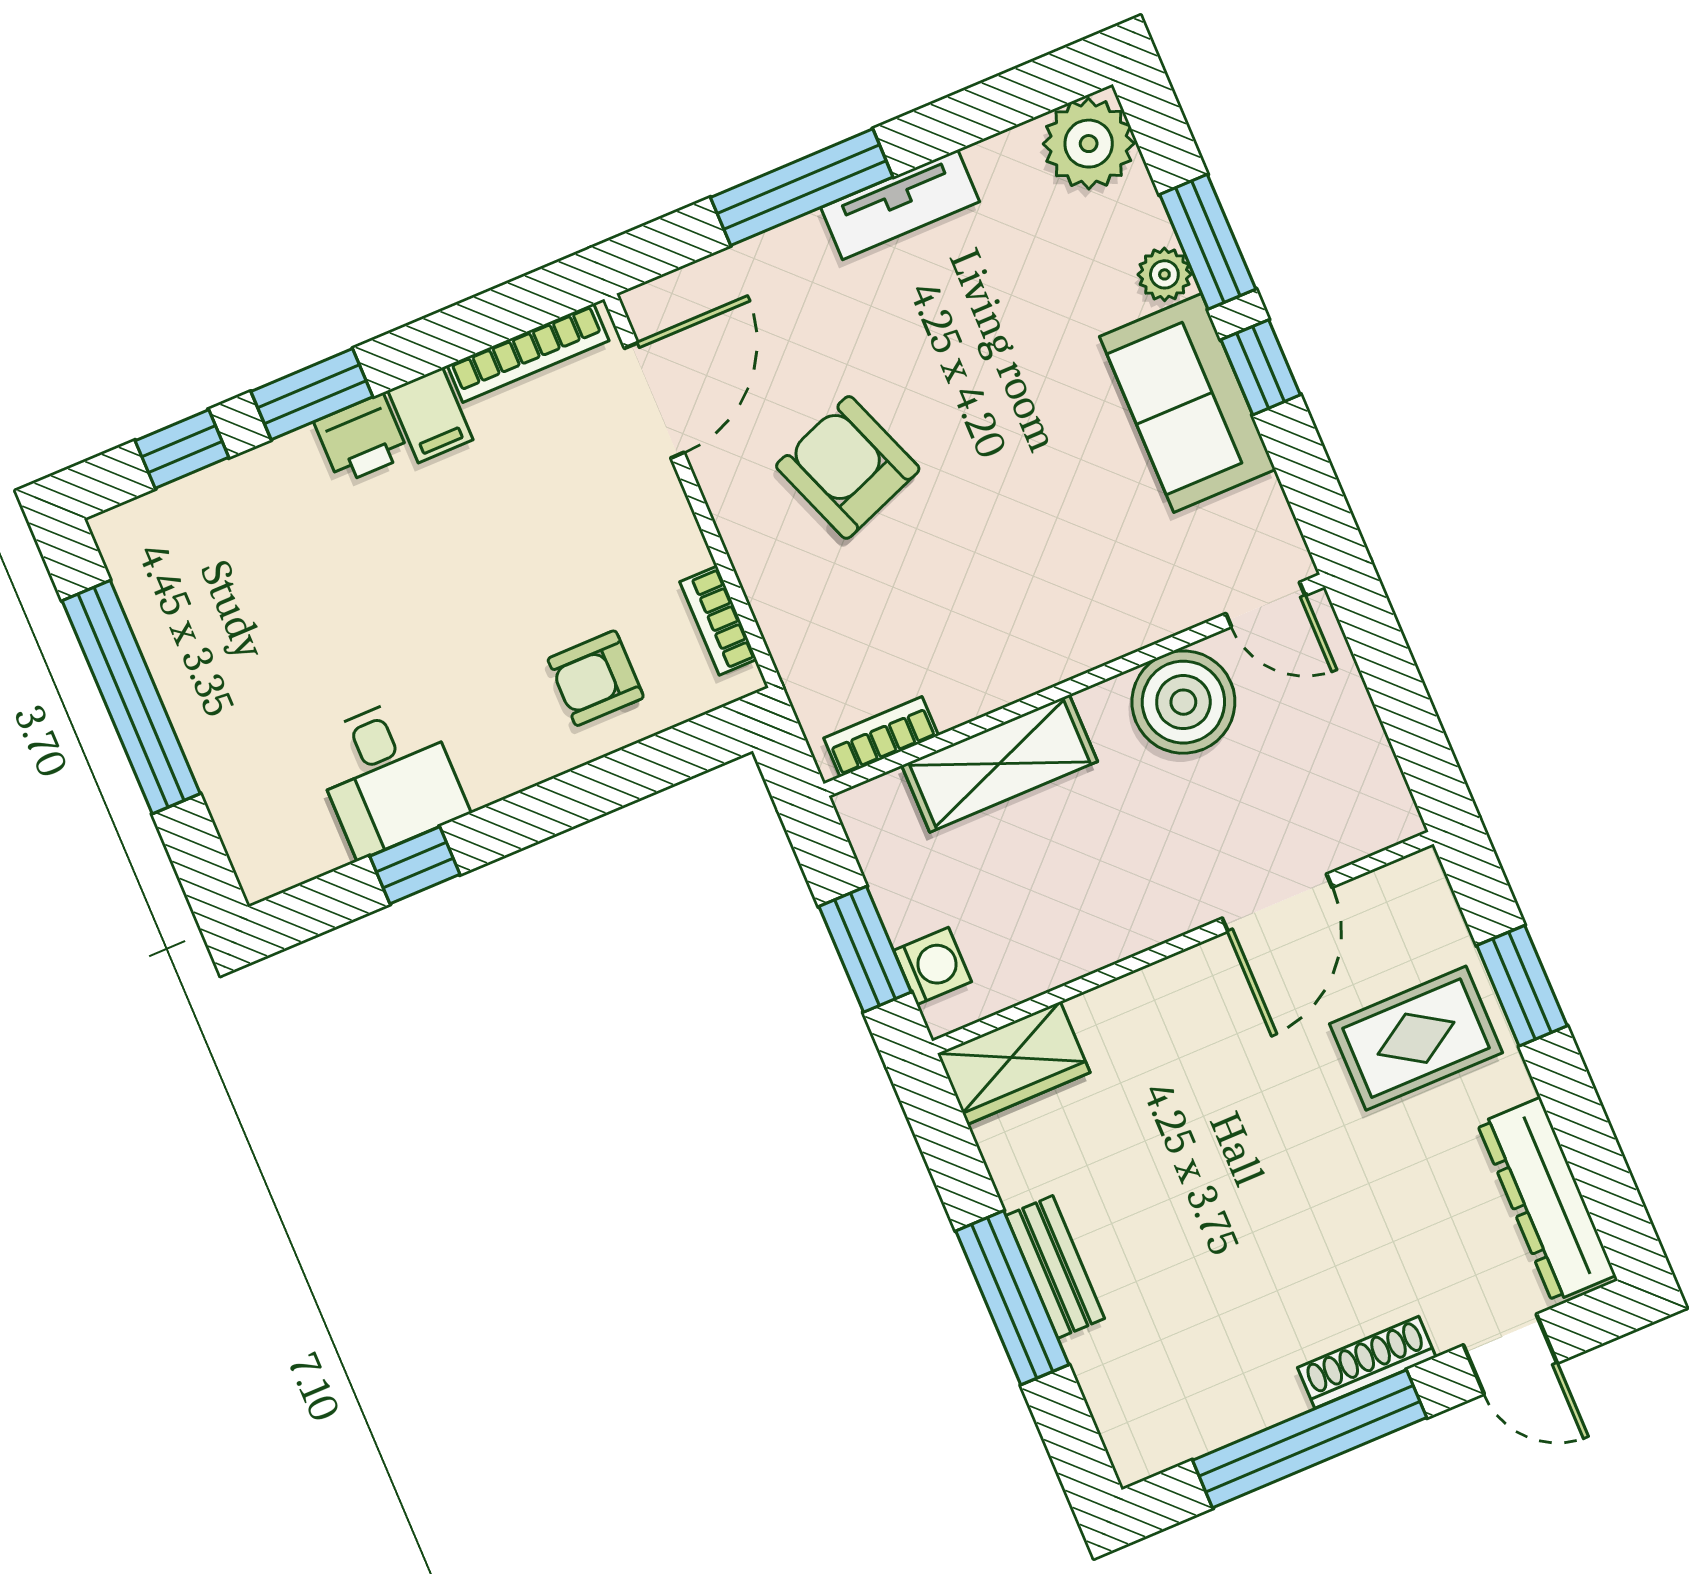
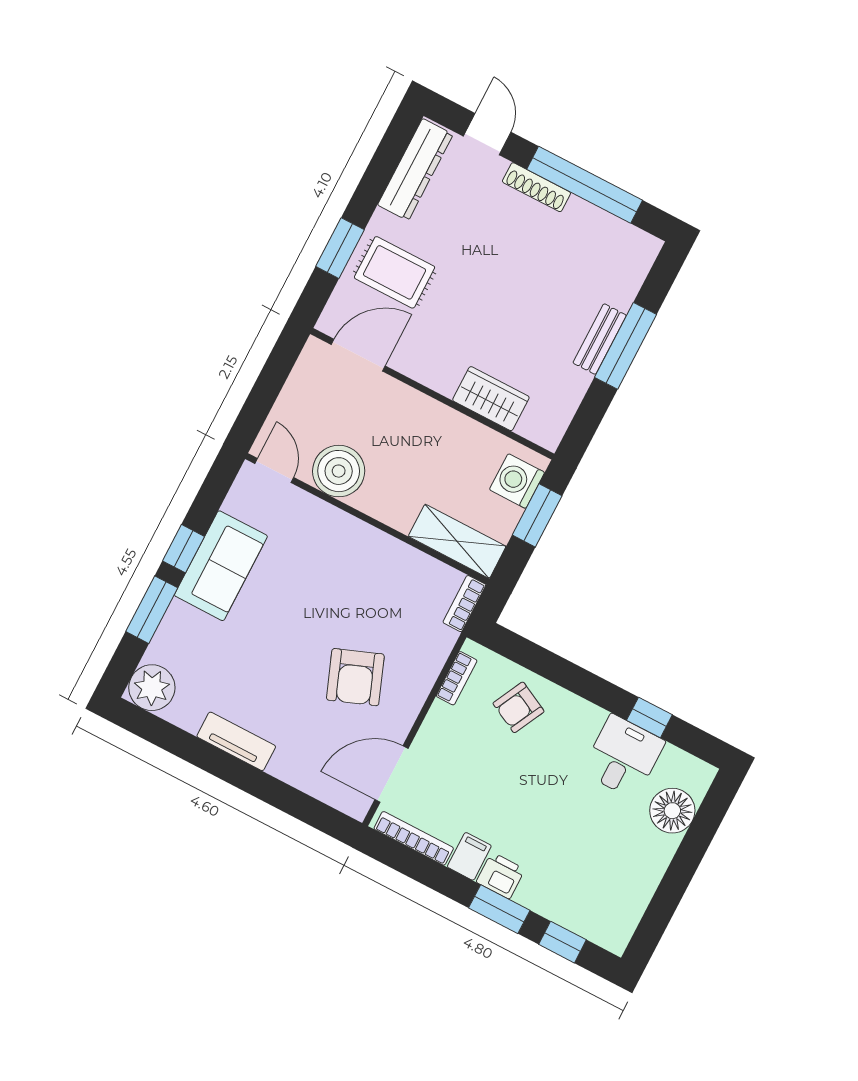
window: (802, 187) -> (261, 785), removed
plant: (1164, 274) -> (178, 616), removed
armchair: (596, 678) -> (518, 707), turned 117
window: (131, 697) -> (675, 882), removed
bookcase: (881, 737) -> (464, 604), moved, turned 90
shelving: (1000, 763) -> (457, 541), moved
floor lamp: (244, 783) -> (672, 811), added
door: (1277, 903) -> (358, 355), moved
washing machine: (933, 966) -> (517, 481), width x1.38, depth x1.38
wardrobe: (1014, 1063) -> (491, 399), moved

